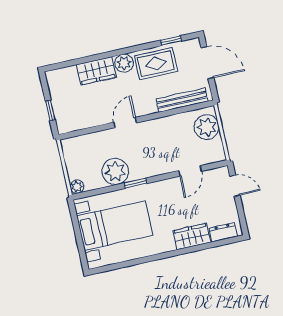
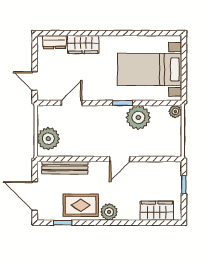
wardrobe: (96, 71) -> (157, 211), moved

